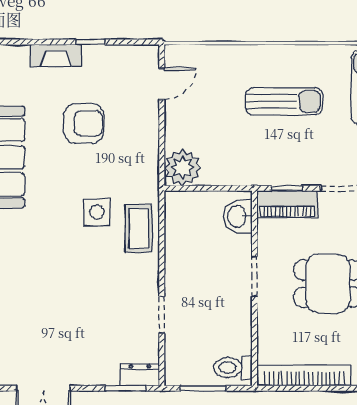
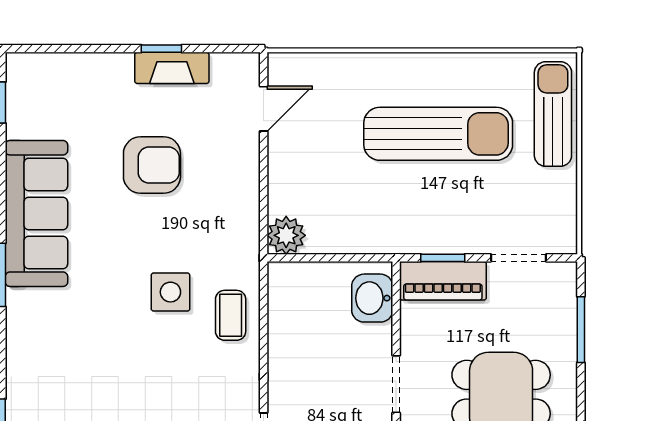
fireplace: (56, 55) -> (172, 68), moved
sun lounger: (284, 102) -> (438, 134), width x1.36, depth x1.34
plant: (182, 168) -> (286, 235), width x0.73, depth x0.73
coffee table: (139, 228) -> (231, 315), width x0.73, depth x0.77

